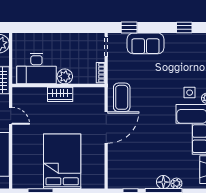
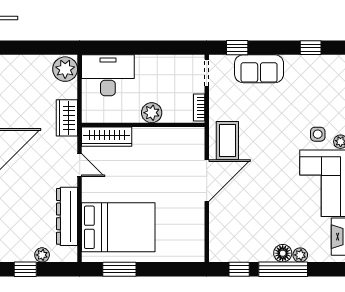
desk: (36, 69) -> (108, 75), moved, turned 180
wardrobe: (60, 94) -> (107, 137), moved, width x1.50
bed: (62, 161) -> (118, 227), moved, turned 90

